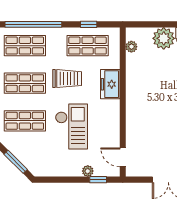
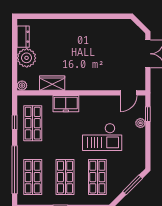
plant: (131, 47) -> (22, 85), moved
wardrobe: (134, 68) -> (52, 83), added
trolley: (67, 79) -> (61, 141), removed
checkout: (71, 126) -> (102, 137), turned 180

